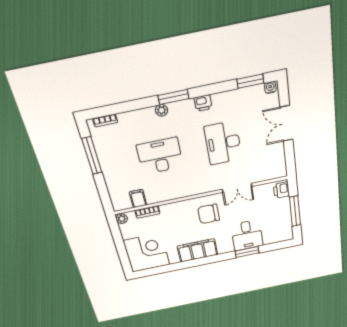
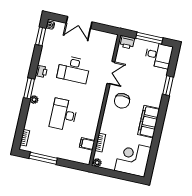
desk: (247, 235) -> (159, 55), moved

